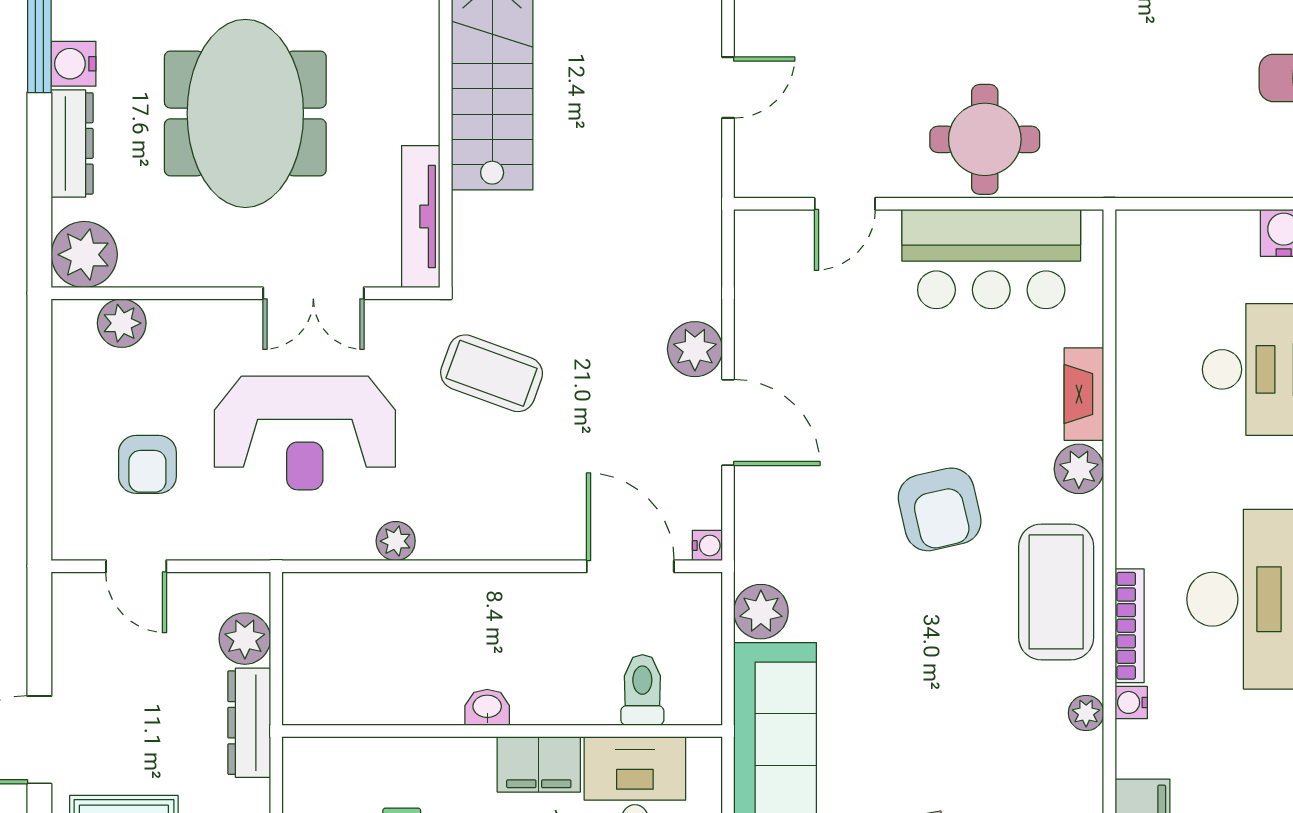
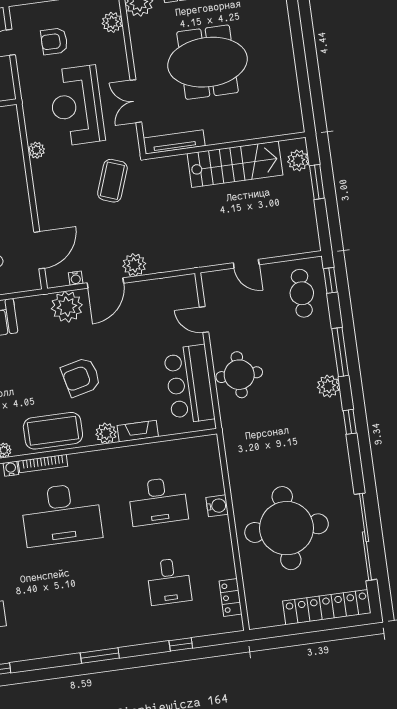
water cooler: (707, 546) -> (76, 278), moved
plant: (761, 612) -> (67, 307), moved, width x1.36, depth x1.36

